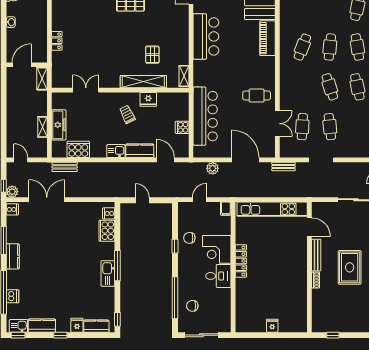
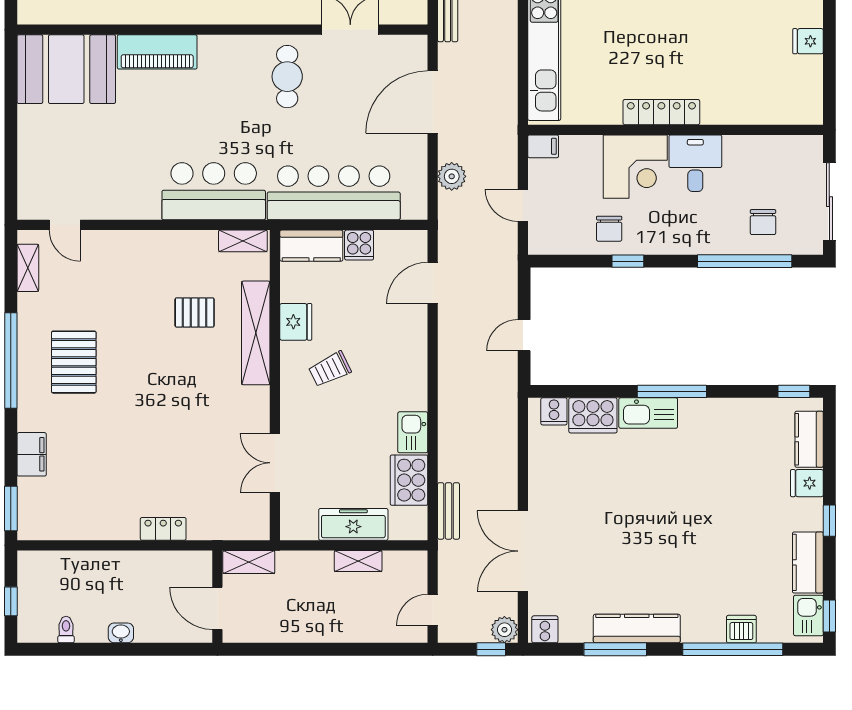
bar counter: (206, 36) -> (214, 191), moved
kitchen sink: (116, 151) -> (413, 432), moved
kitchen counter: (140, 151) -> (311, 246), moved, turned -90
kitchen counter: (13, 256) -> (637, 629), width x1.50
kitchen sink: (108, 273) -> (648, 413), moved

